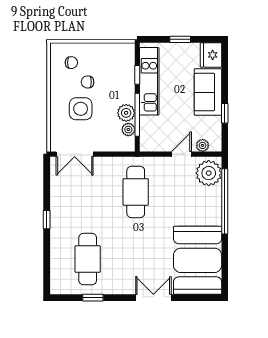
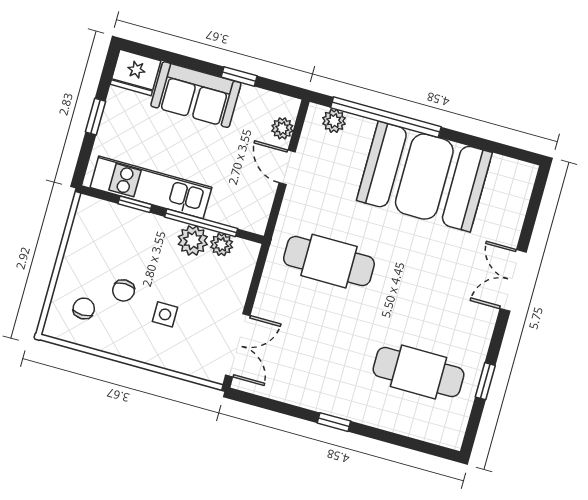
side table: (81, 109) -> (165, 314), width x0.54, depth x0.54
plant: (209, 173) -> (334, 121), width x0.53, depth x0.53
booth: (198, 260) -> (424, 177), moved

